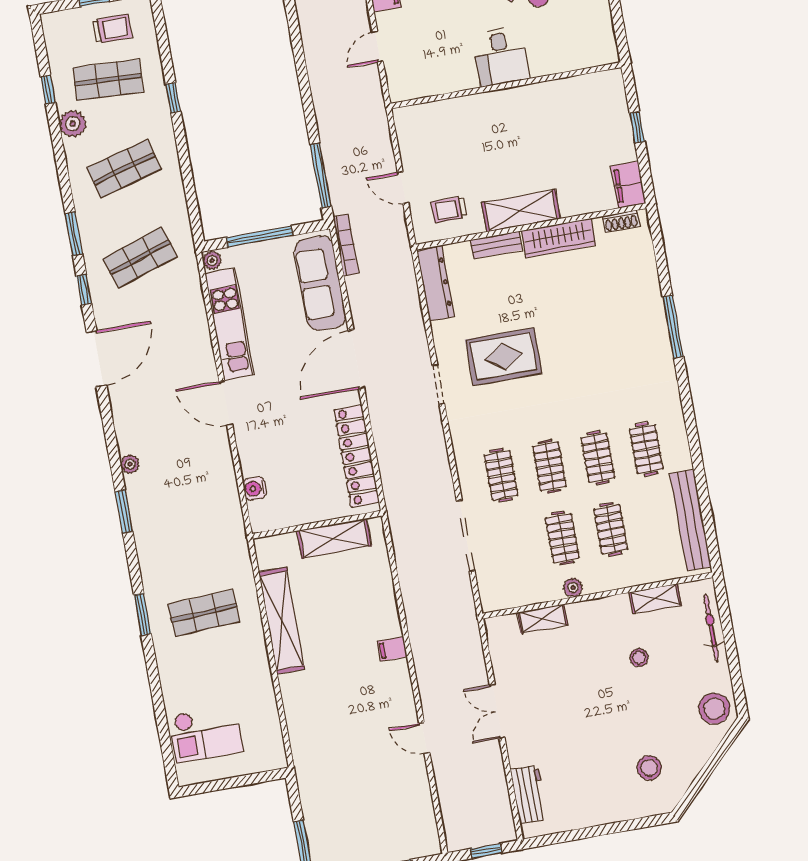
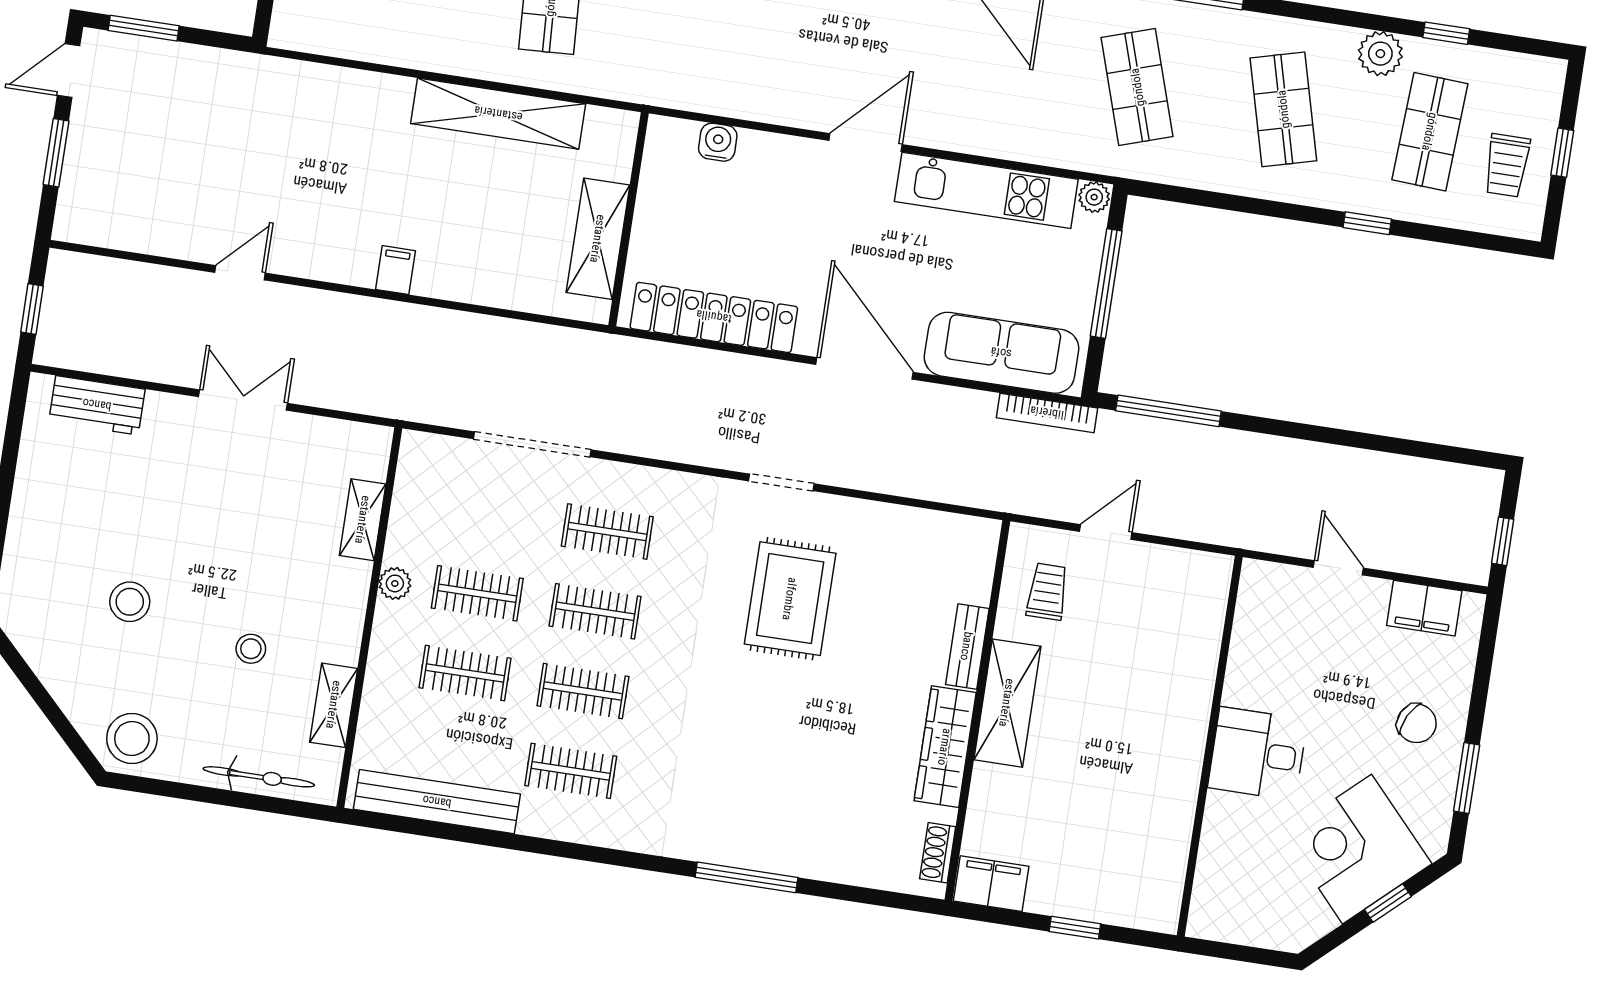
dresser: (436, 284) -> (940, 532), removed
stool: (649, 768) -> (130, 602), moved

